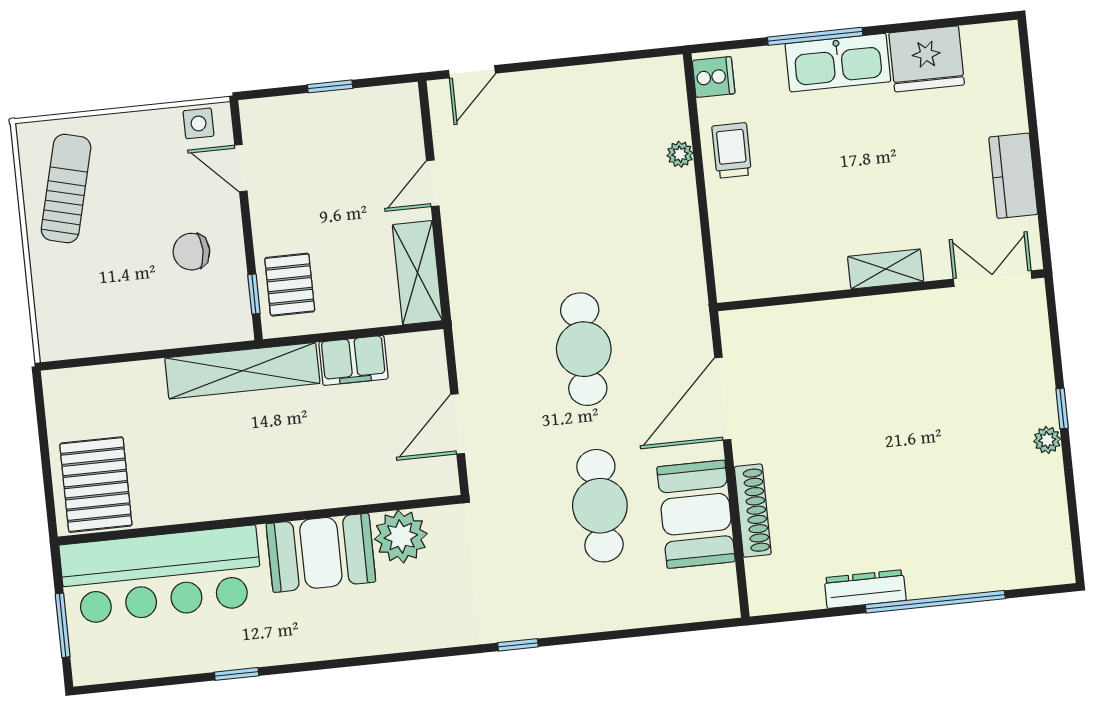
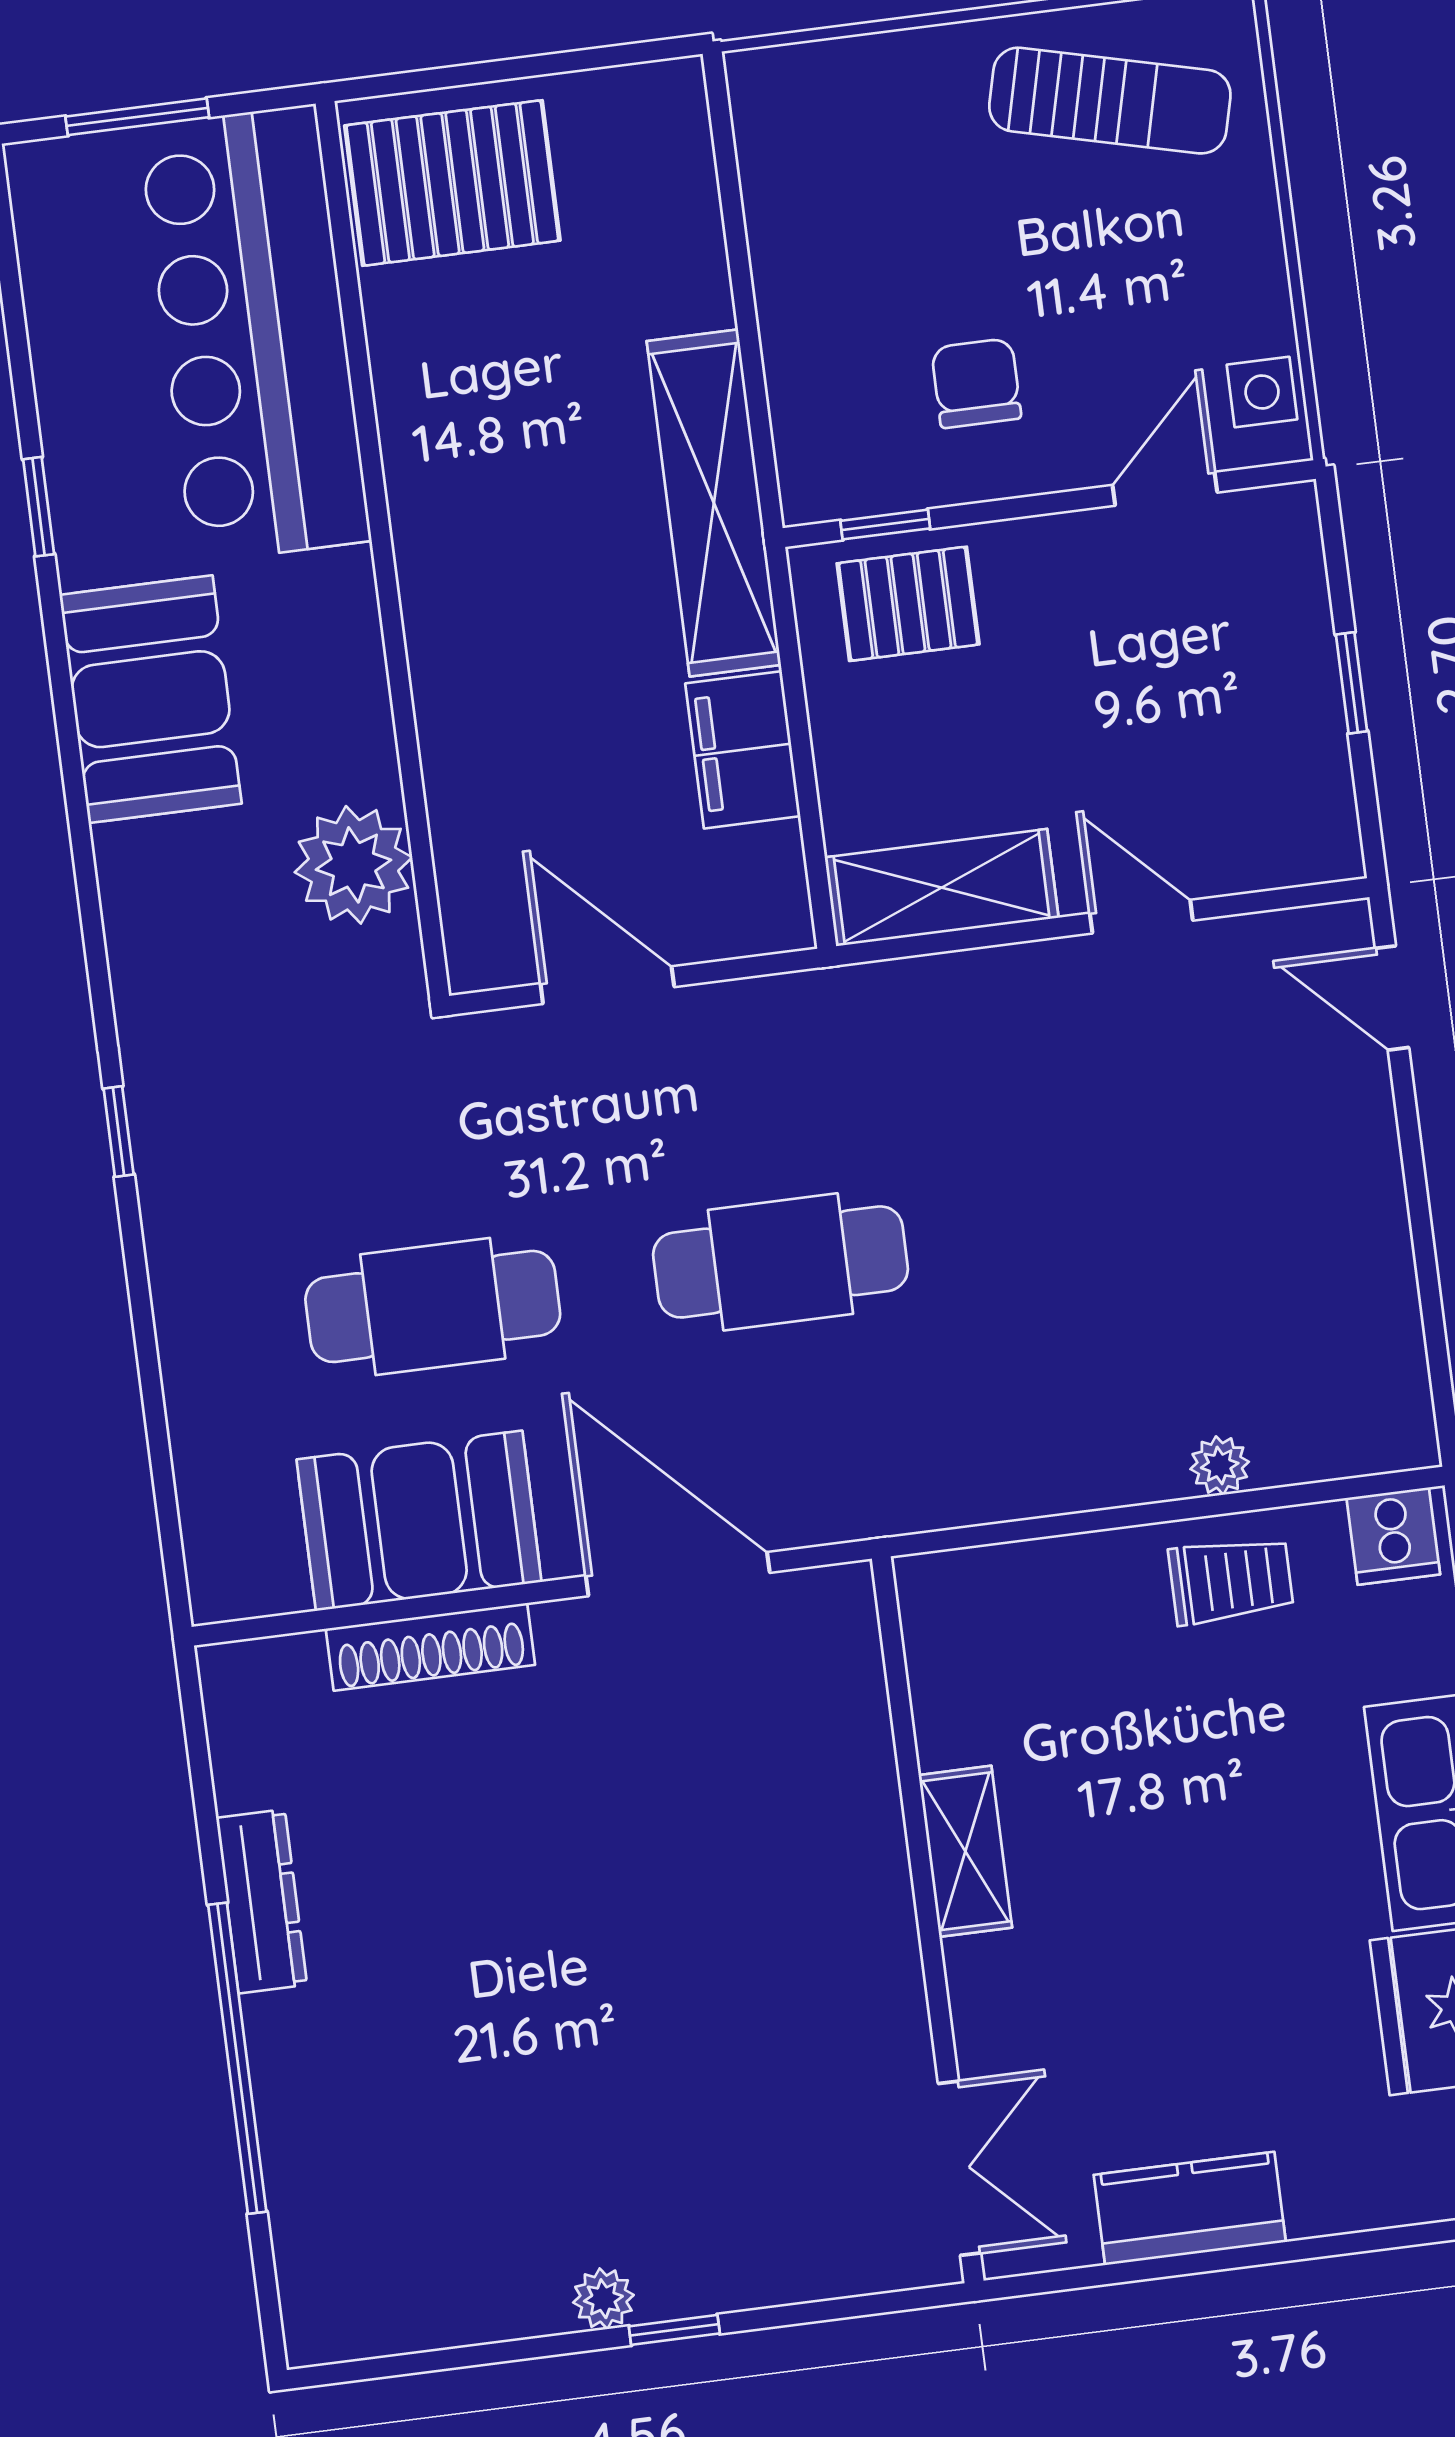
shelving: (886, 269) -> (965, 1851), moved
booth: (321, 553) -> (151, 699), moved

